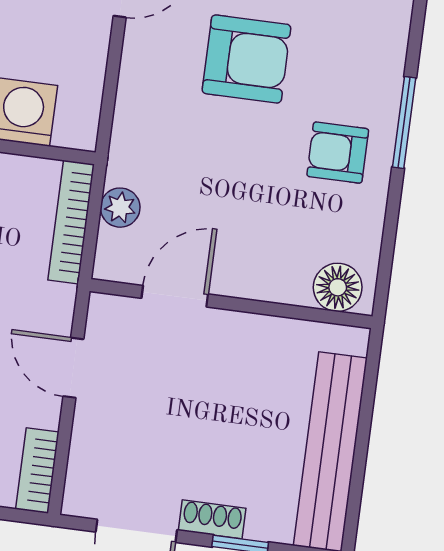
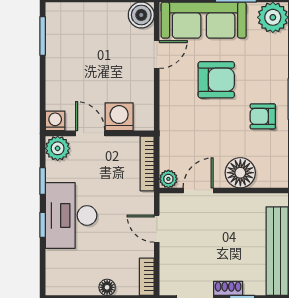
plant: (120, 208) -> (168, 179), moved
floor lamp: (338, 287) -> (240, 173), moved, width x1.38, depth x1.38

